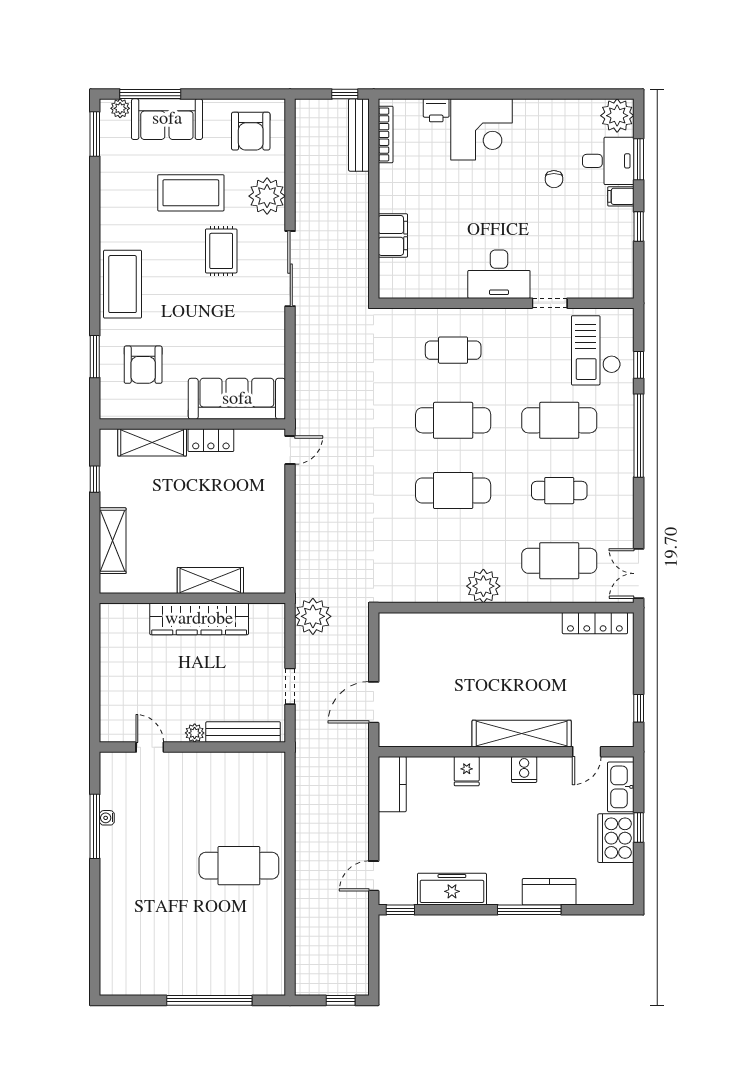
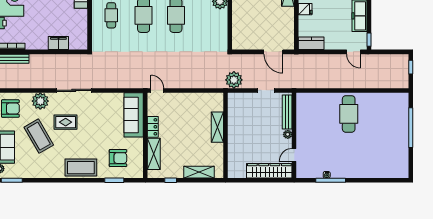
coffee table: (191, 193) -> (39, 136), turned -30
wardrobe: (199, 619) -> (269, 171), moved, turned -90

